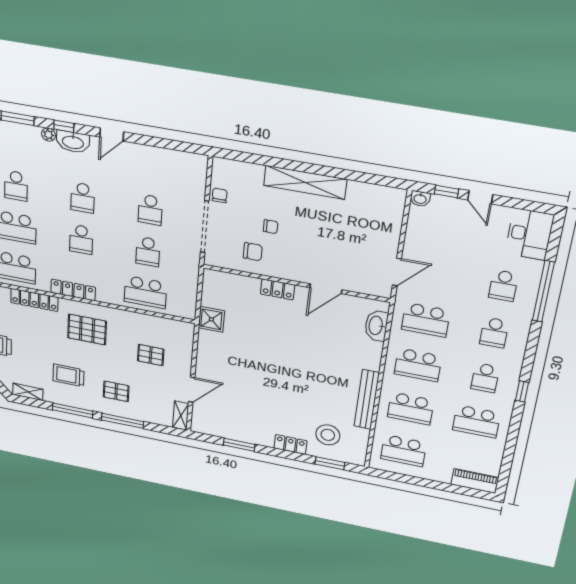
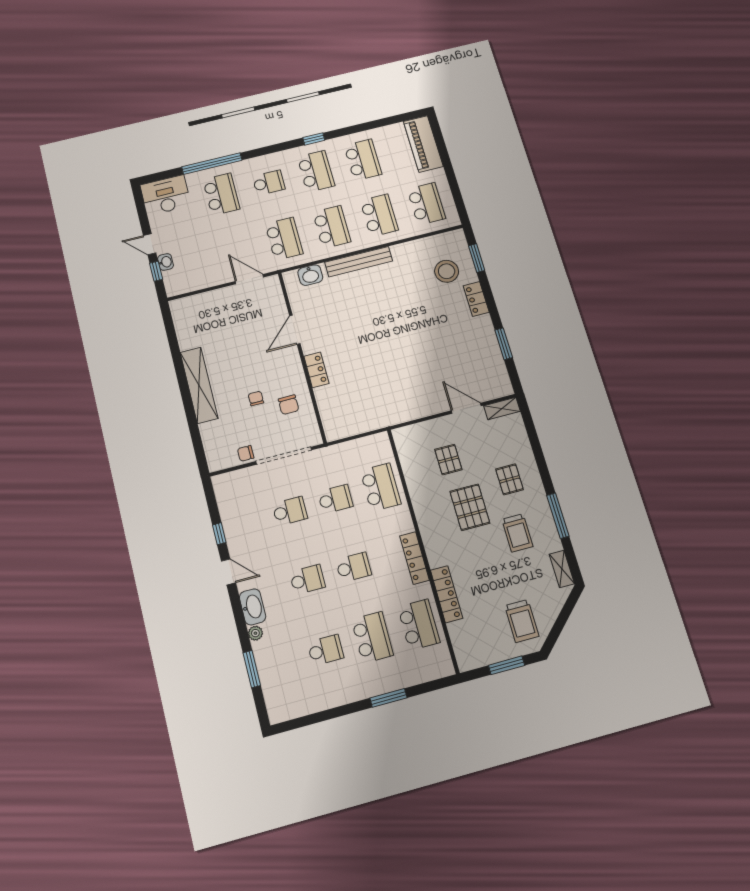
window: (64, 126) -> (219, 534), moved
door: (480, 197) -> (150, 244), swing flipped
washbasin: (420, 199) -> (165, 262), moved
chair: (253, 252) -> (289, 405), turned 180
school desk: (503, 286) -> (221, 194), width x1.85
door: (326, 289) -> (295, 330), swing flipped
shower: (211, 319) -> (378, 417), removed
washbasin: (376, 326) -> (310, 275), width x0.72
pallet: (87, 330) -> (470, 507), moved
school desk: (485, 378) -> (316, 171), width x1.85
bench: (367, 399) -> (359, 262), moved
window: (123, 421) -> (541, 462), removed
piano: (475, 481) -> (423, 144), width x1.37, depth x1.33

